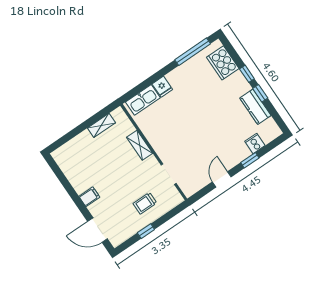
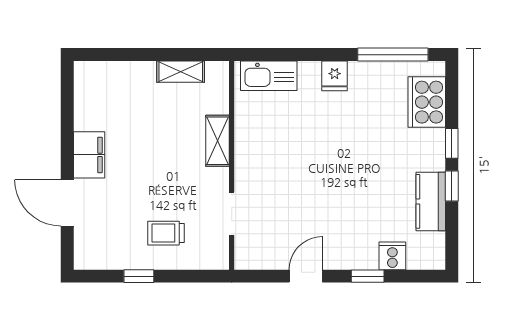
fridge: (162, 87) -> (335, 76), moved
filing cabinet: (89, 197) -> (89, 155), width x2.00
door: (98, 230) -> (67, 203), moved

